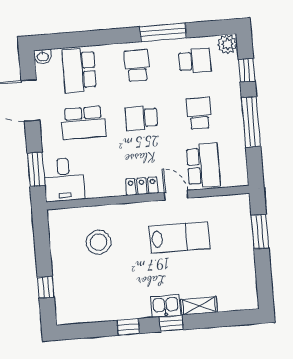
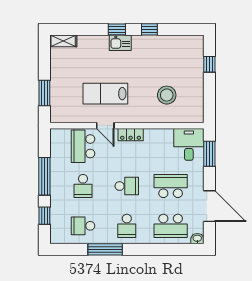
plant: (227, 44) -> (57, 236), removed
school desk: (79, 70) -> (171, 226), turned 90
shelving: (199, 306) -> (63, 41), moved

